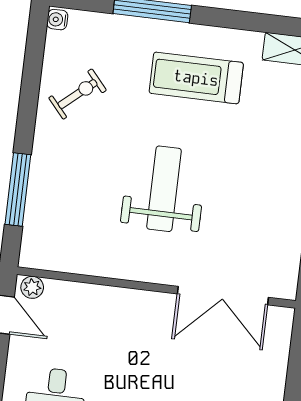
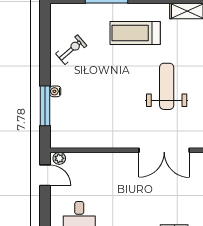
water cooler: (57, 20) -> (55, 91), moved
weight bench: (164, 189) -> (167, 86), moved

